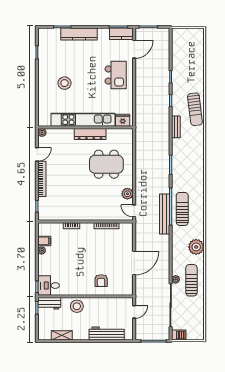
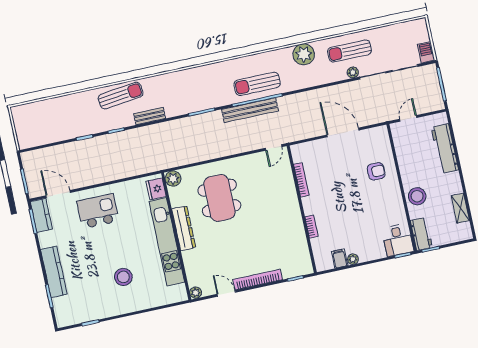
plant: (127, 194) -> (173, 179), moved
bench: (165, 214) -> (250, 110), moved
door: (134, 312) -> (408, 118), hinge flipped

